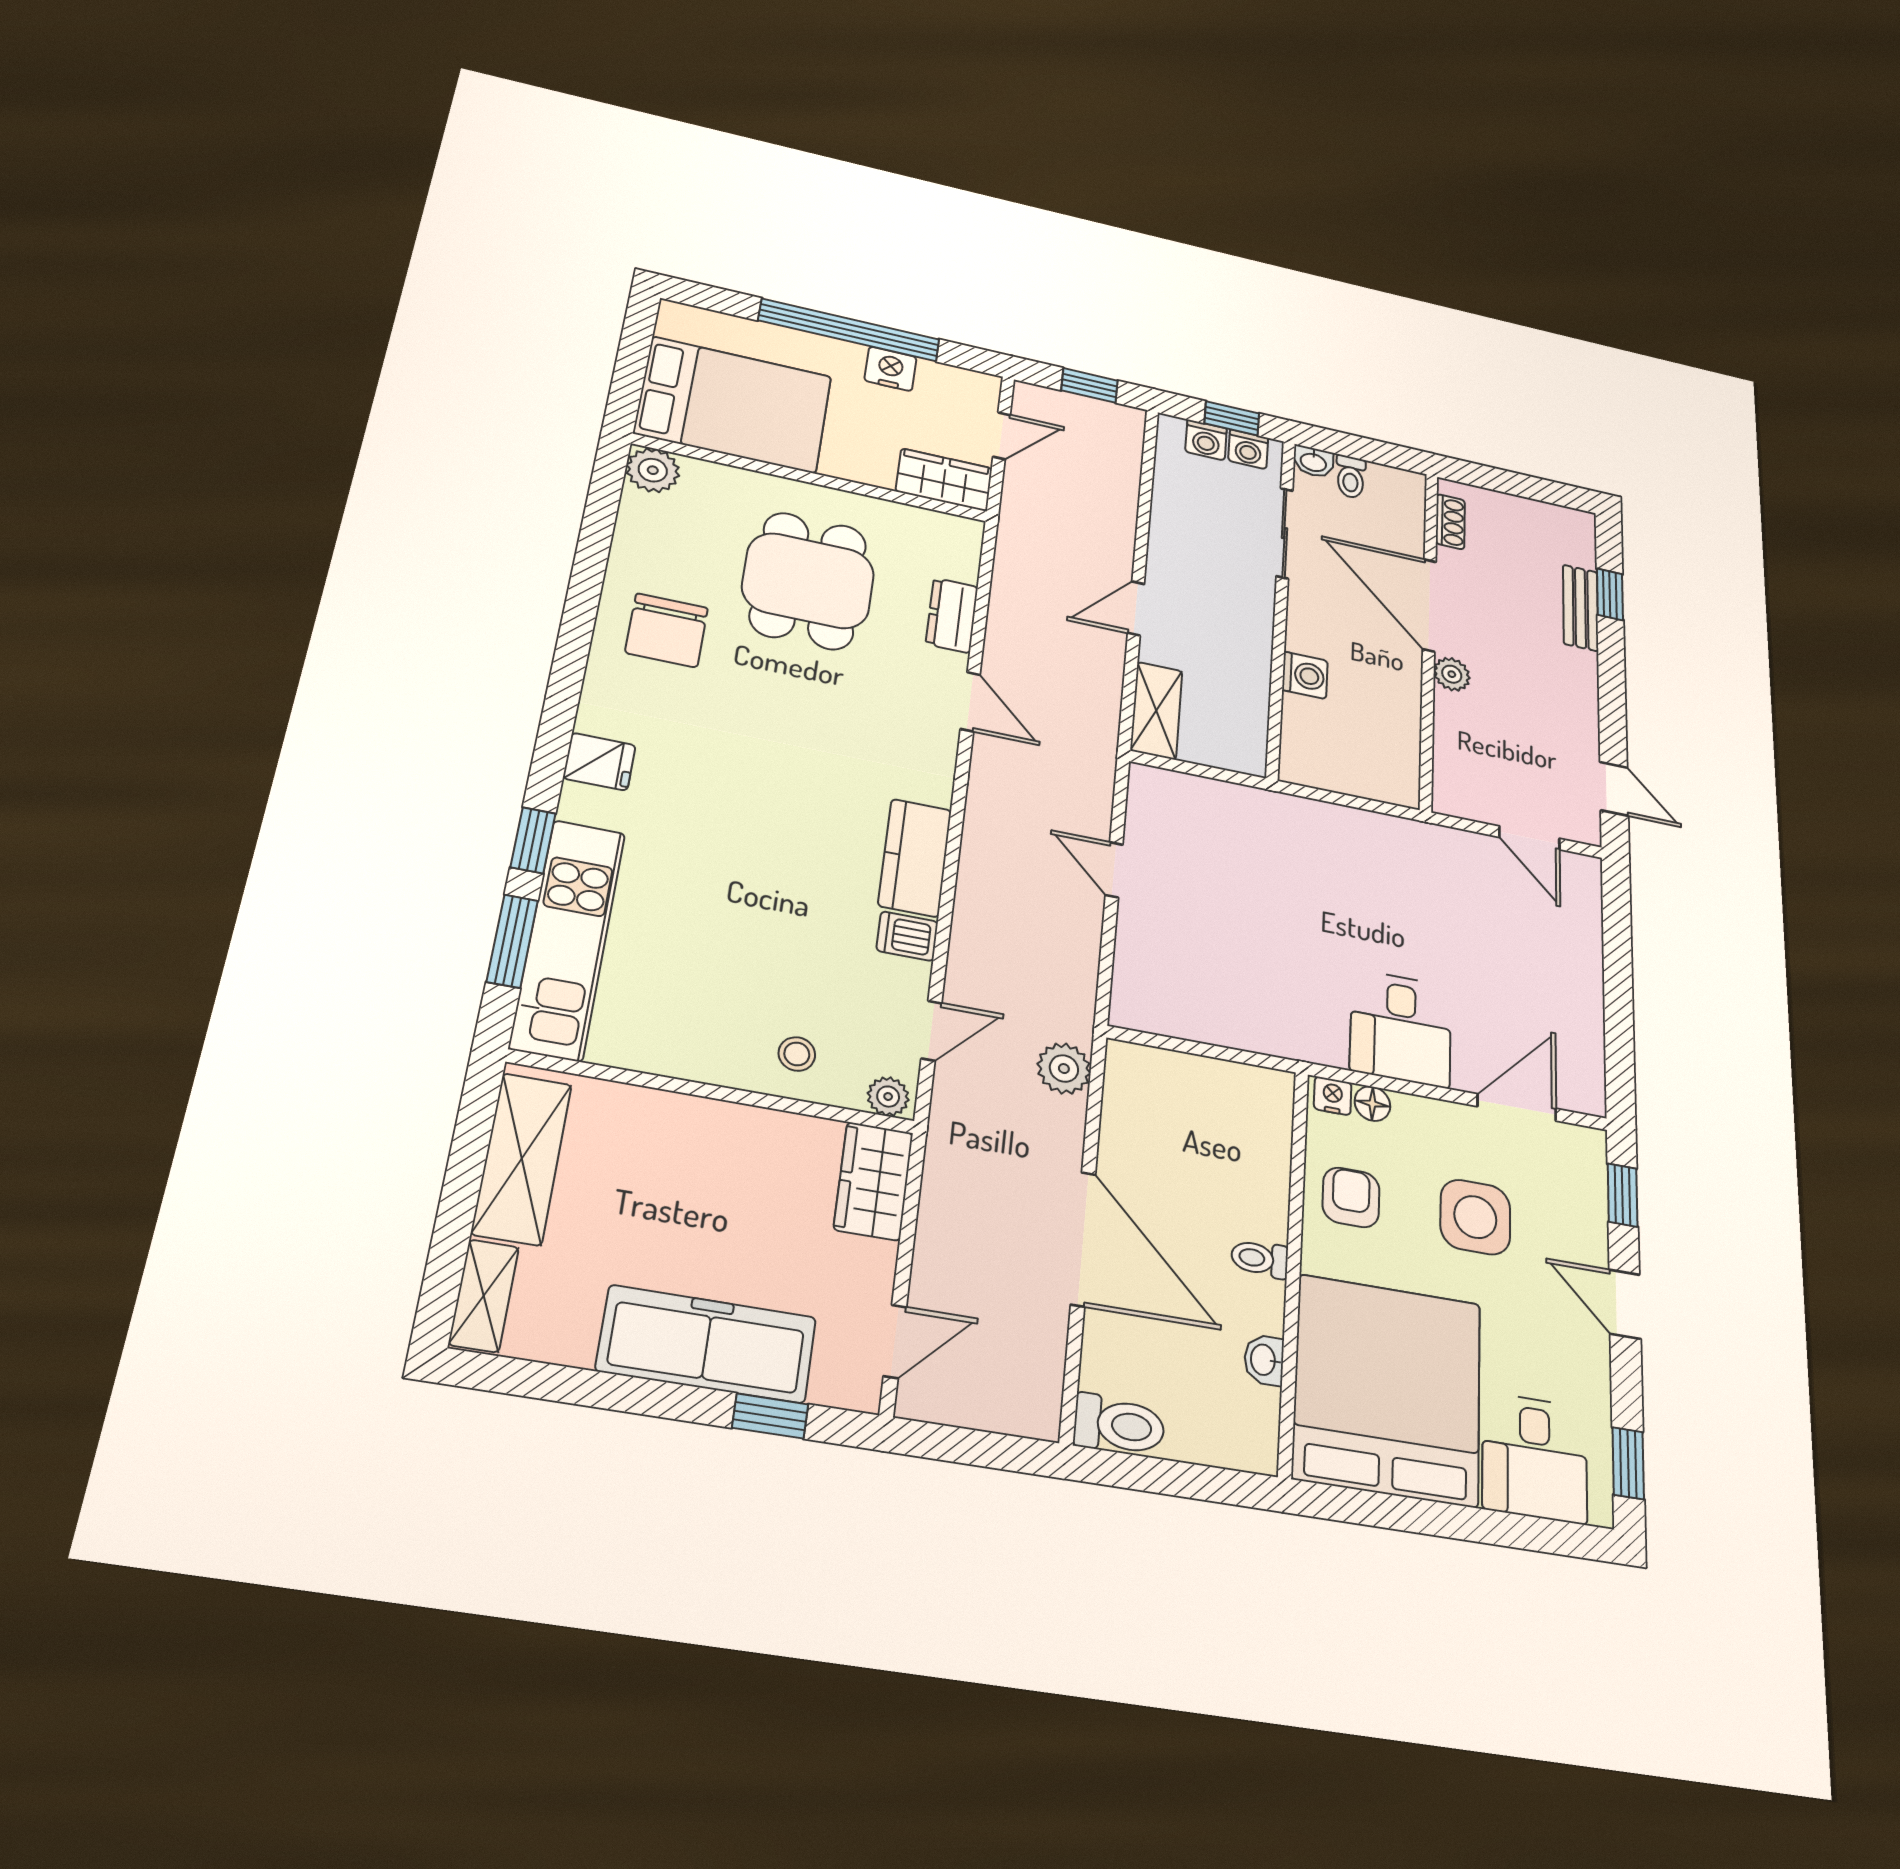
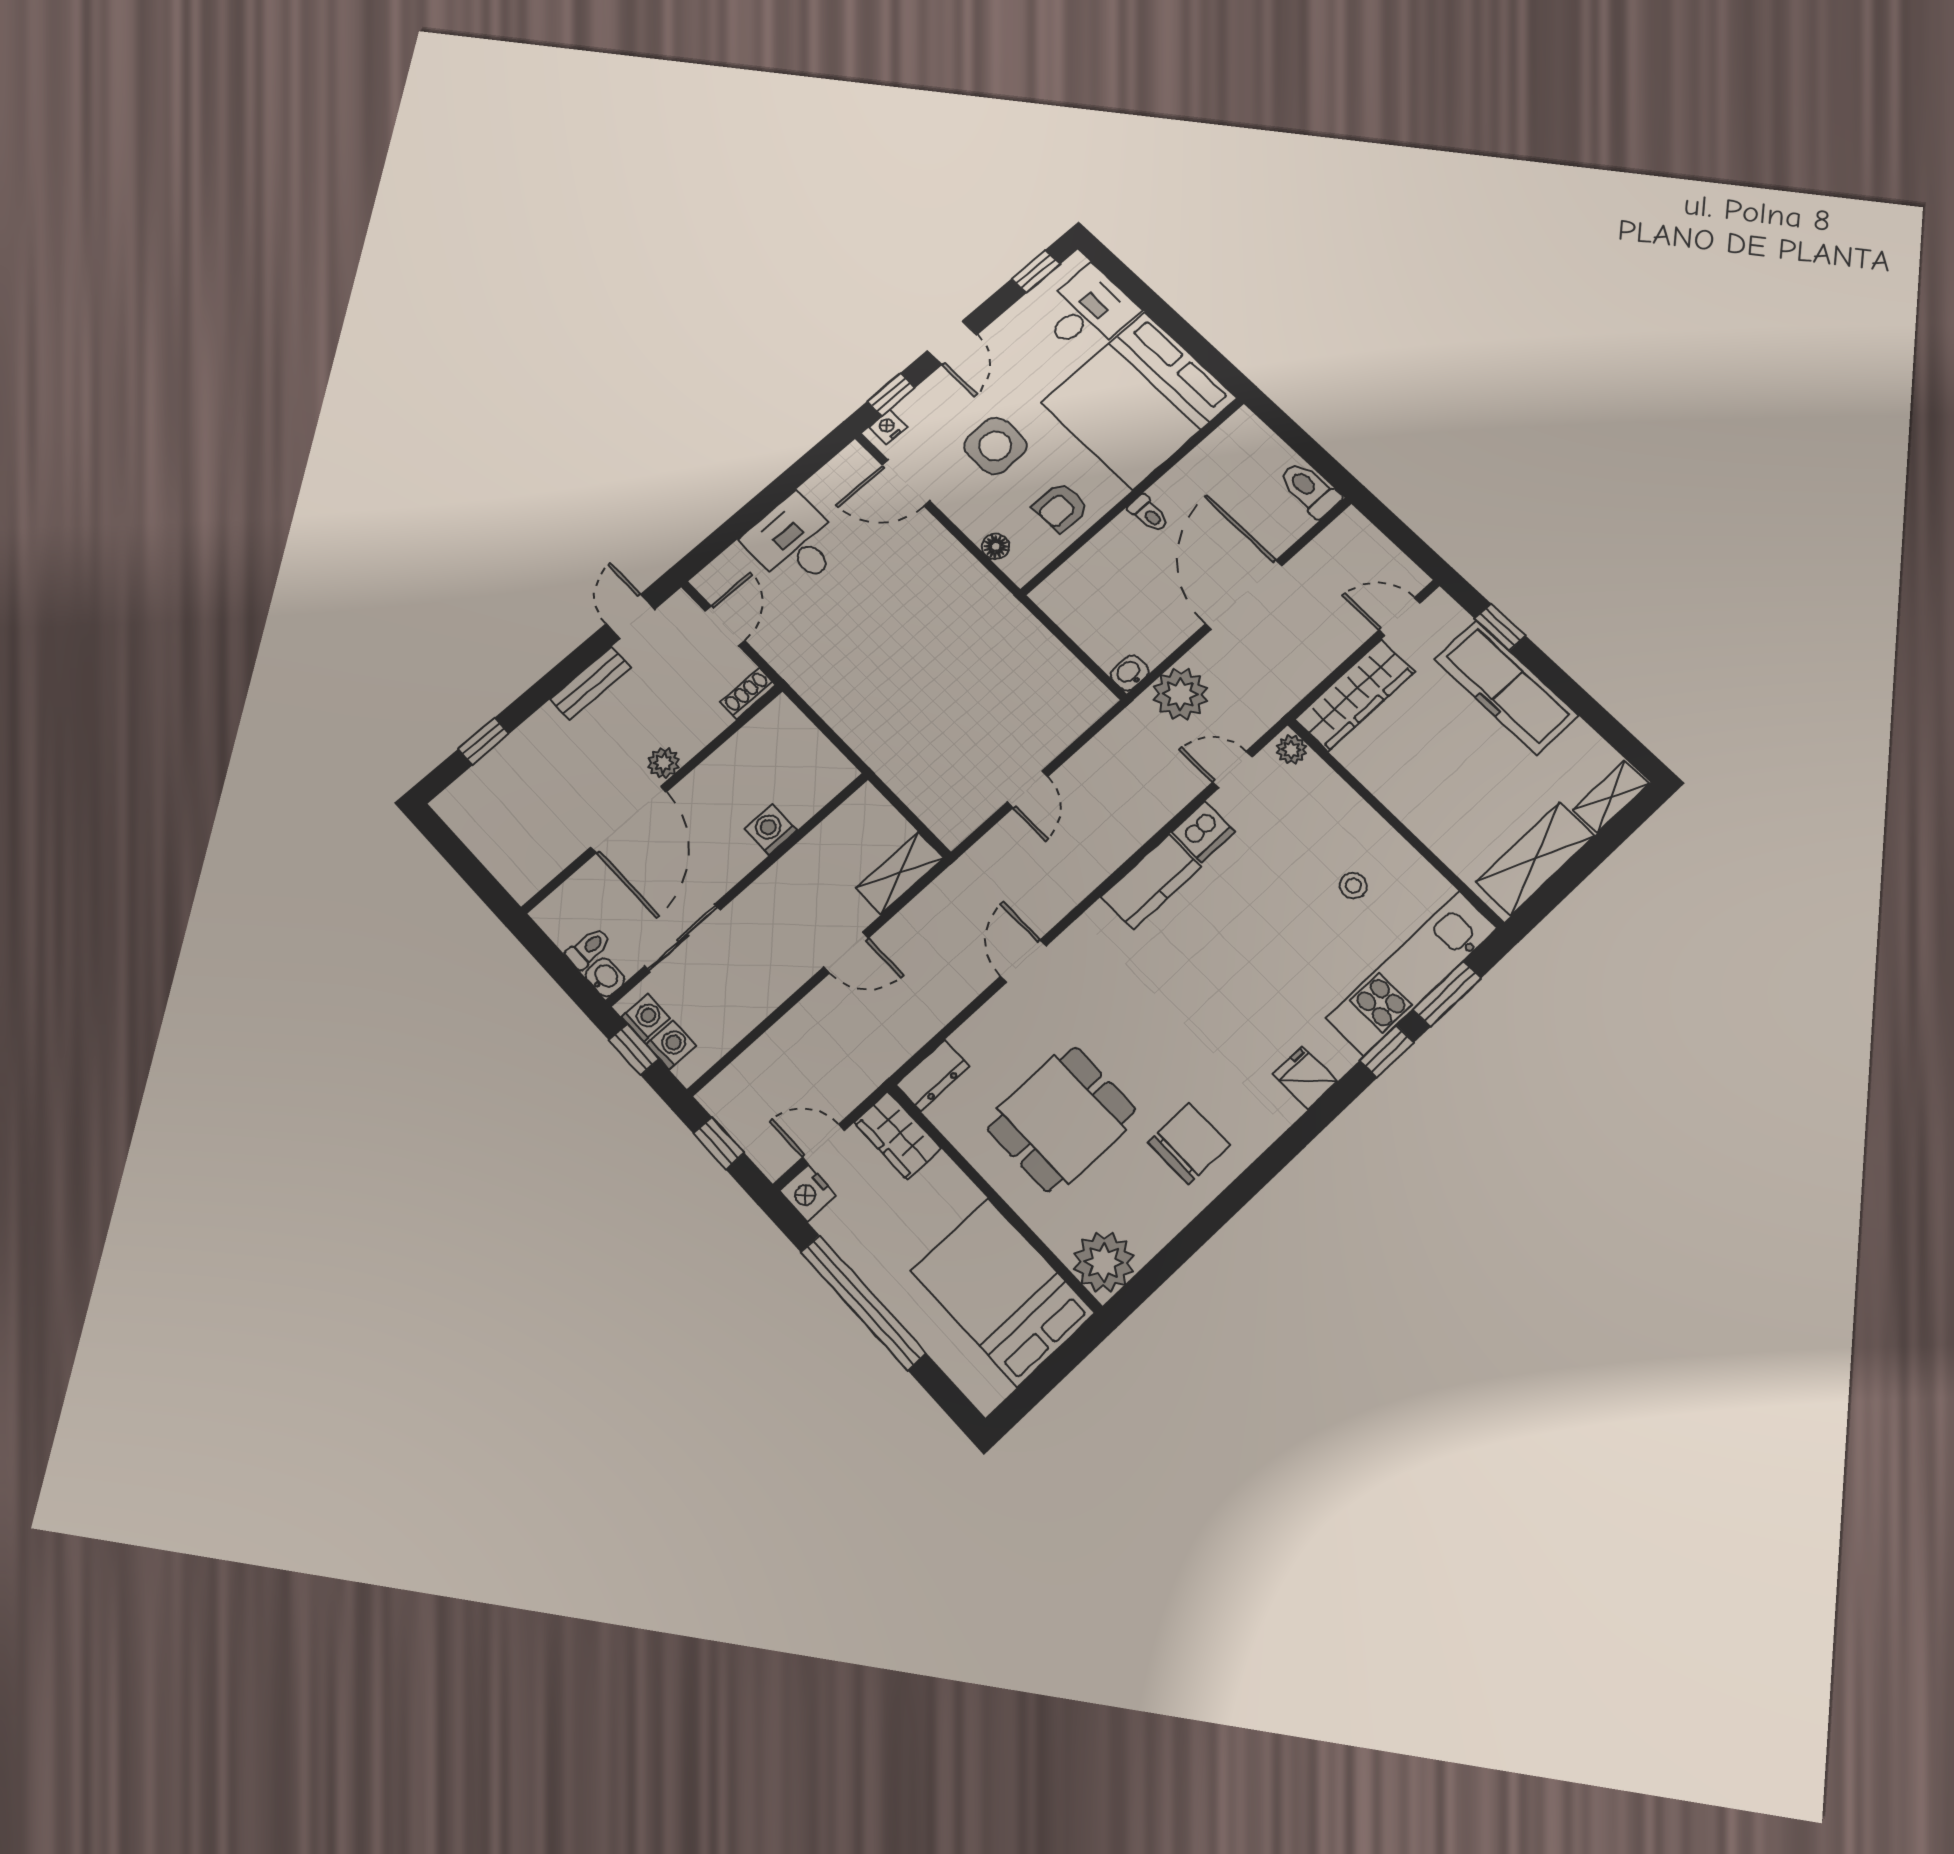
nightstand: (890, 369) -> (808, 1193), moved
plant: (653, 470) -> (1104, 1262), width x1.36, depth x1.36
shoe rack: (1450, 522) -> (748, 694), moved
bench: (1581, 608) -> (591, 683), moved
dresser: (952, 615) -> (933, 1075), moved
dishwasher: (907, 936) -> (1203, 832), width x1.38
desk: (1401, 1028) -> (794, 543), moved, turned -90
stool: (797, 1054) -> (1353, 886), moved
plant: (1064, 1069) -> (1180, 694), width x1.36, depth x1.36
nightstand: (1333, 1096) -> (888, 427), moved, turned 90
wardrobe: (874, 1181) -> (1355, 695), width x1.50
washbasin: (1264, 1360) -> (1130, 673), moved, turned 180

